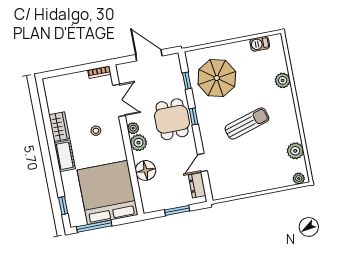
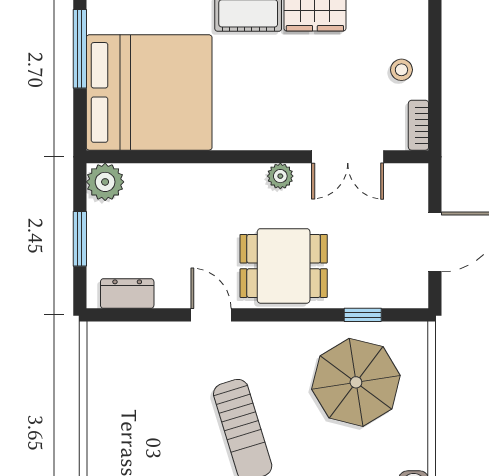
window: (194, 116) -> (281, 315), removed
stool: (96, 131) -> (401, 70), moved
plant: (138, 143) -> (105, 182), moved
door: (202, 163) -> (211, 315), moved
floor lamp: (146, 170) -> (182, 186), removed

